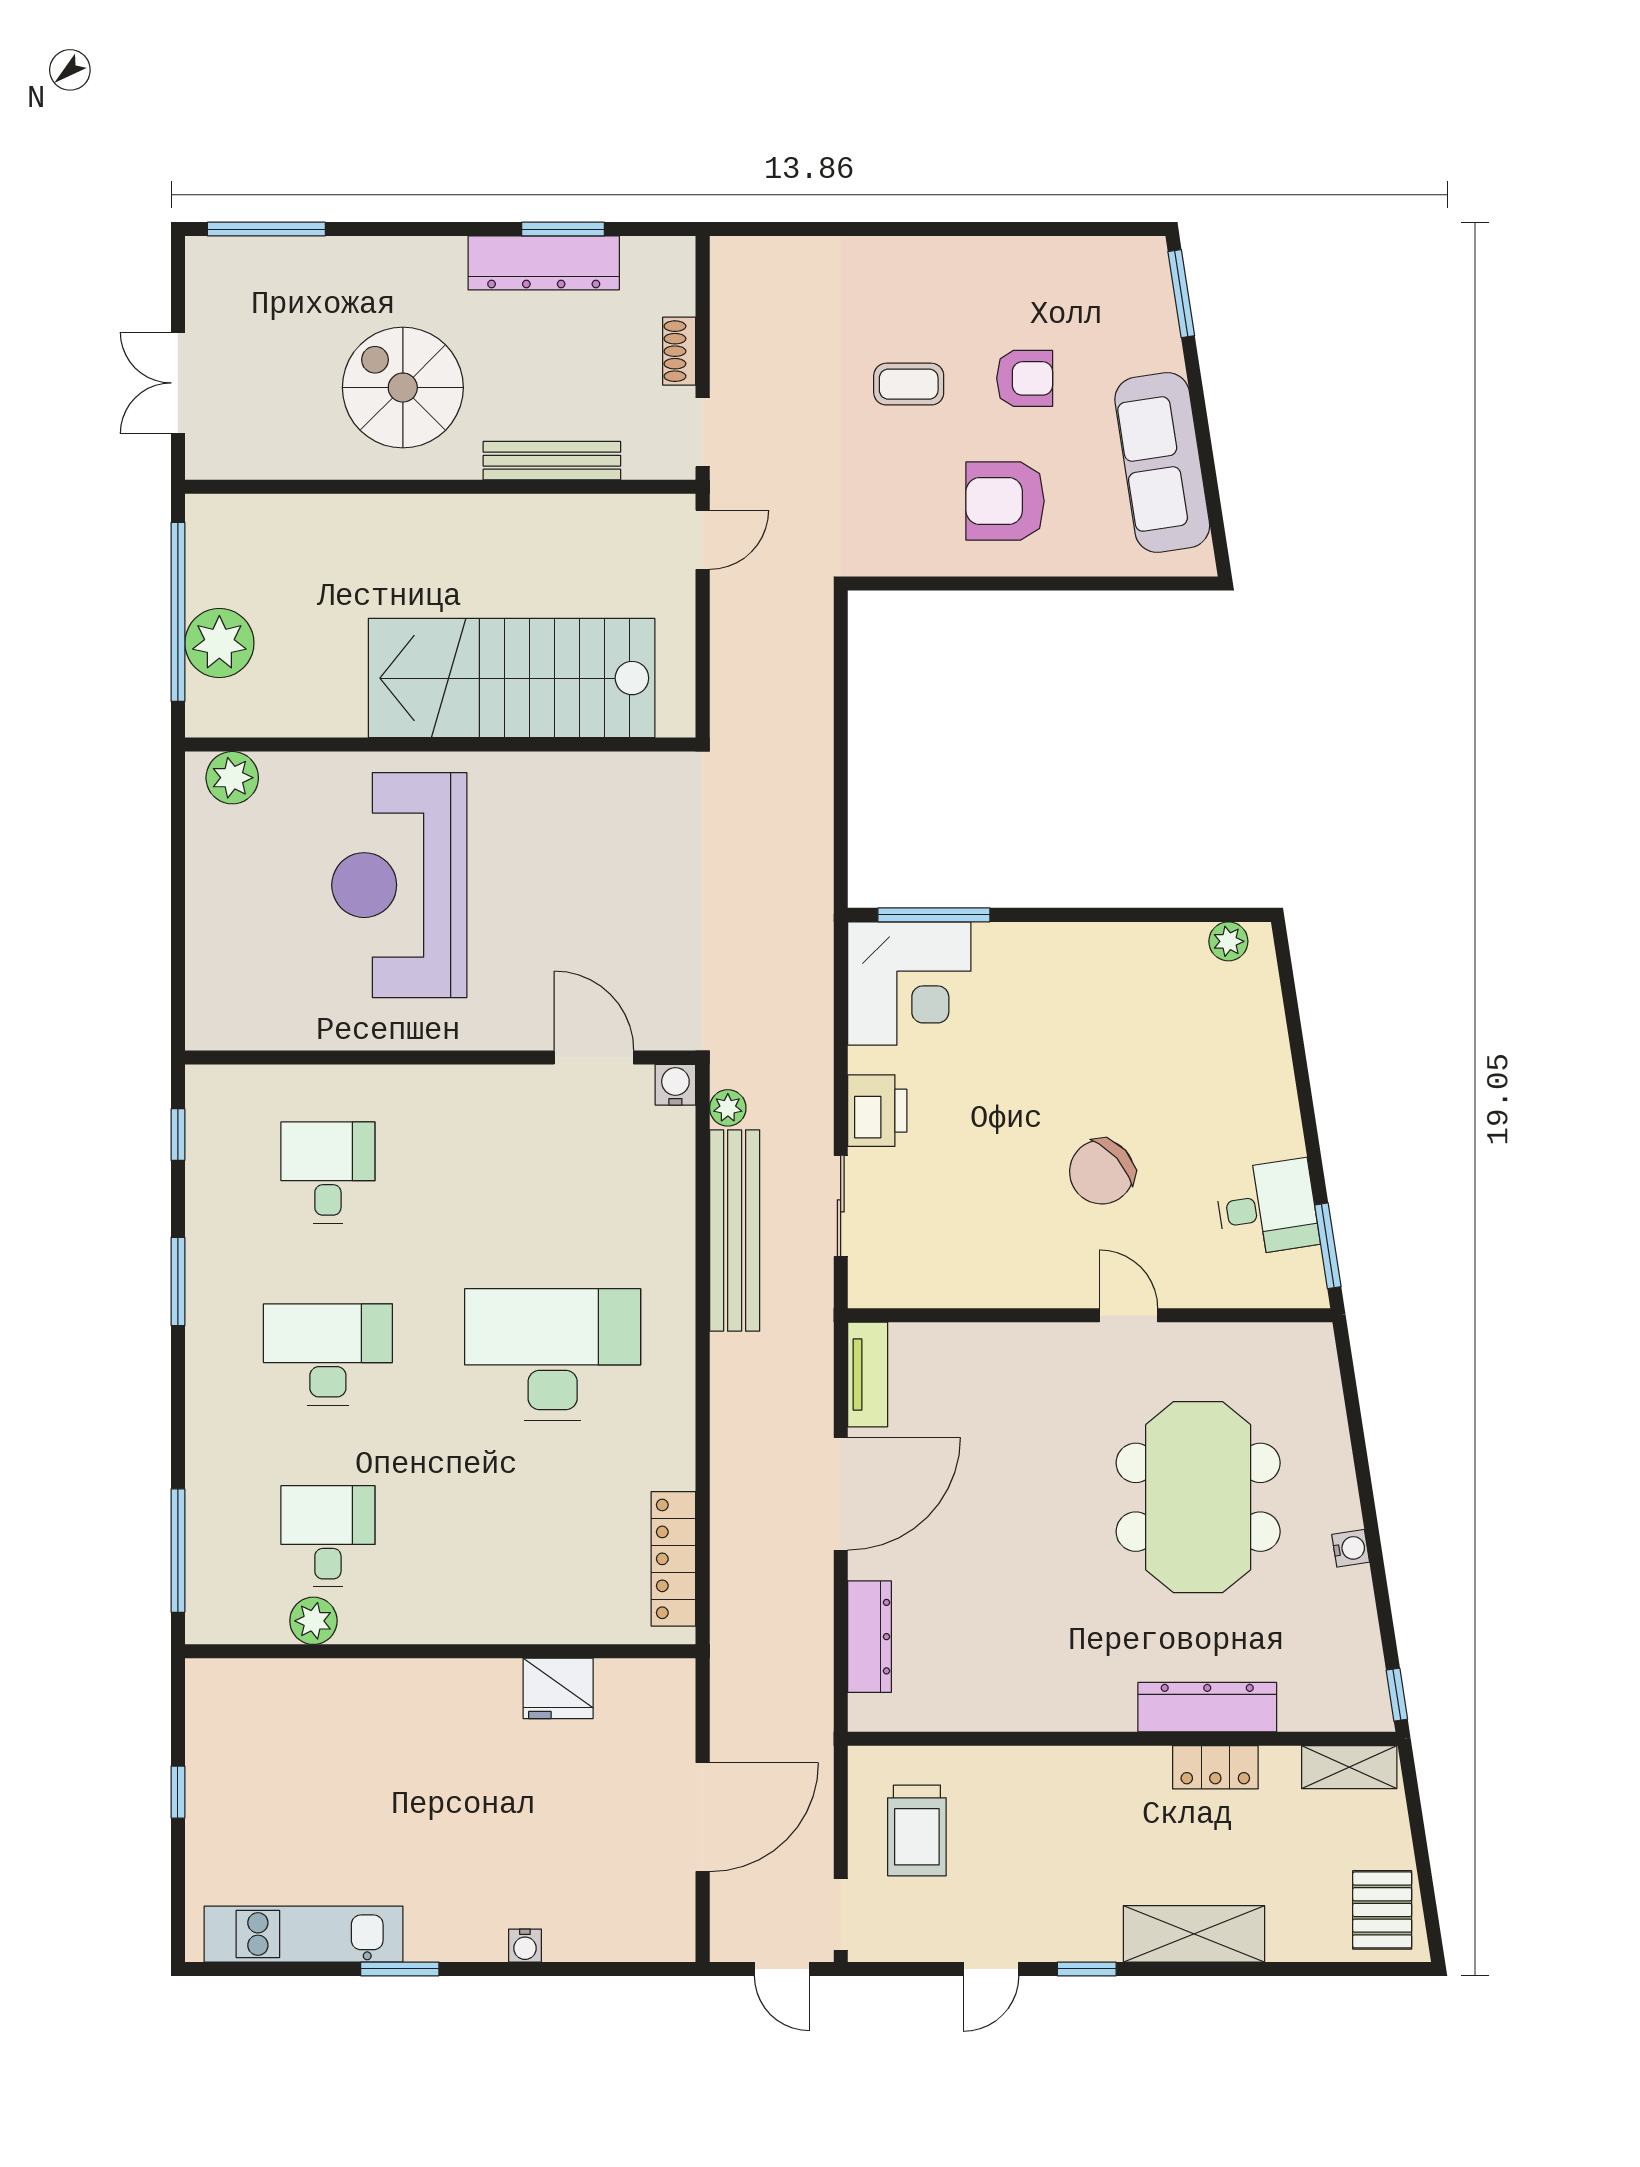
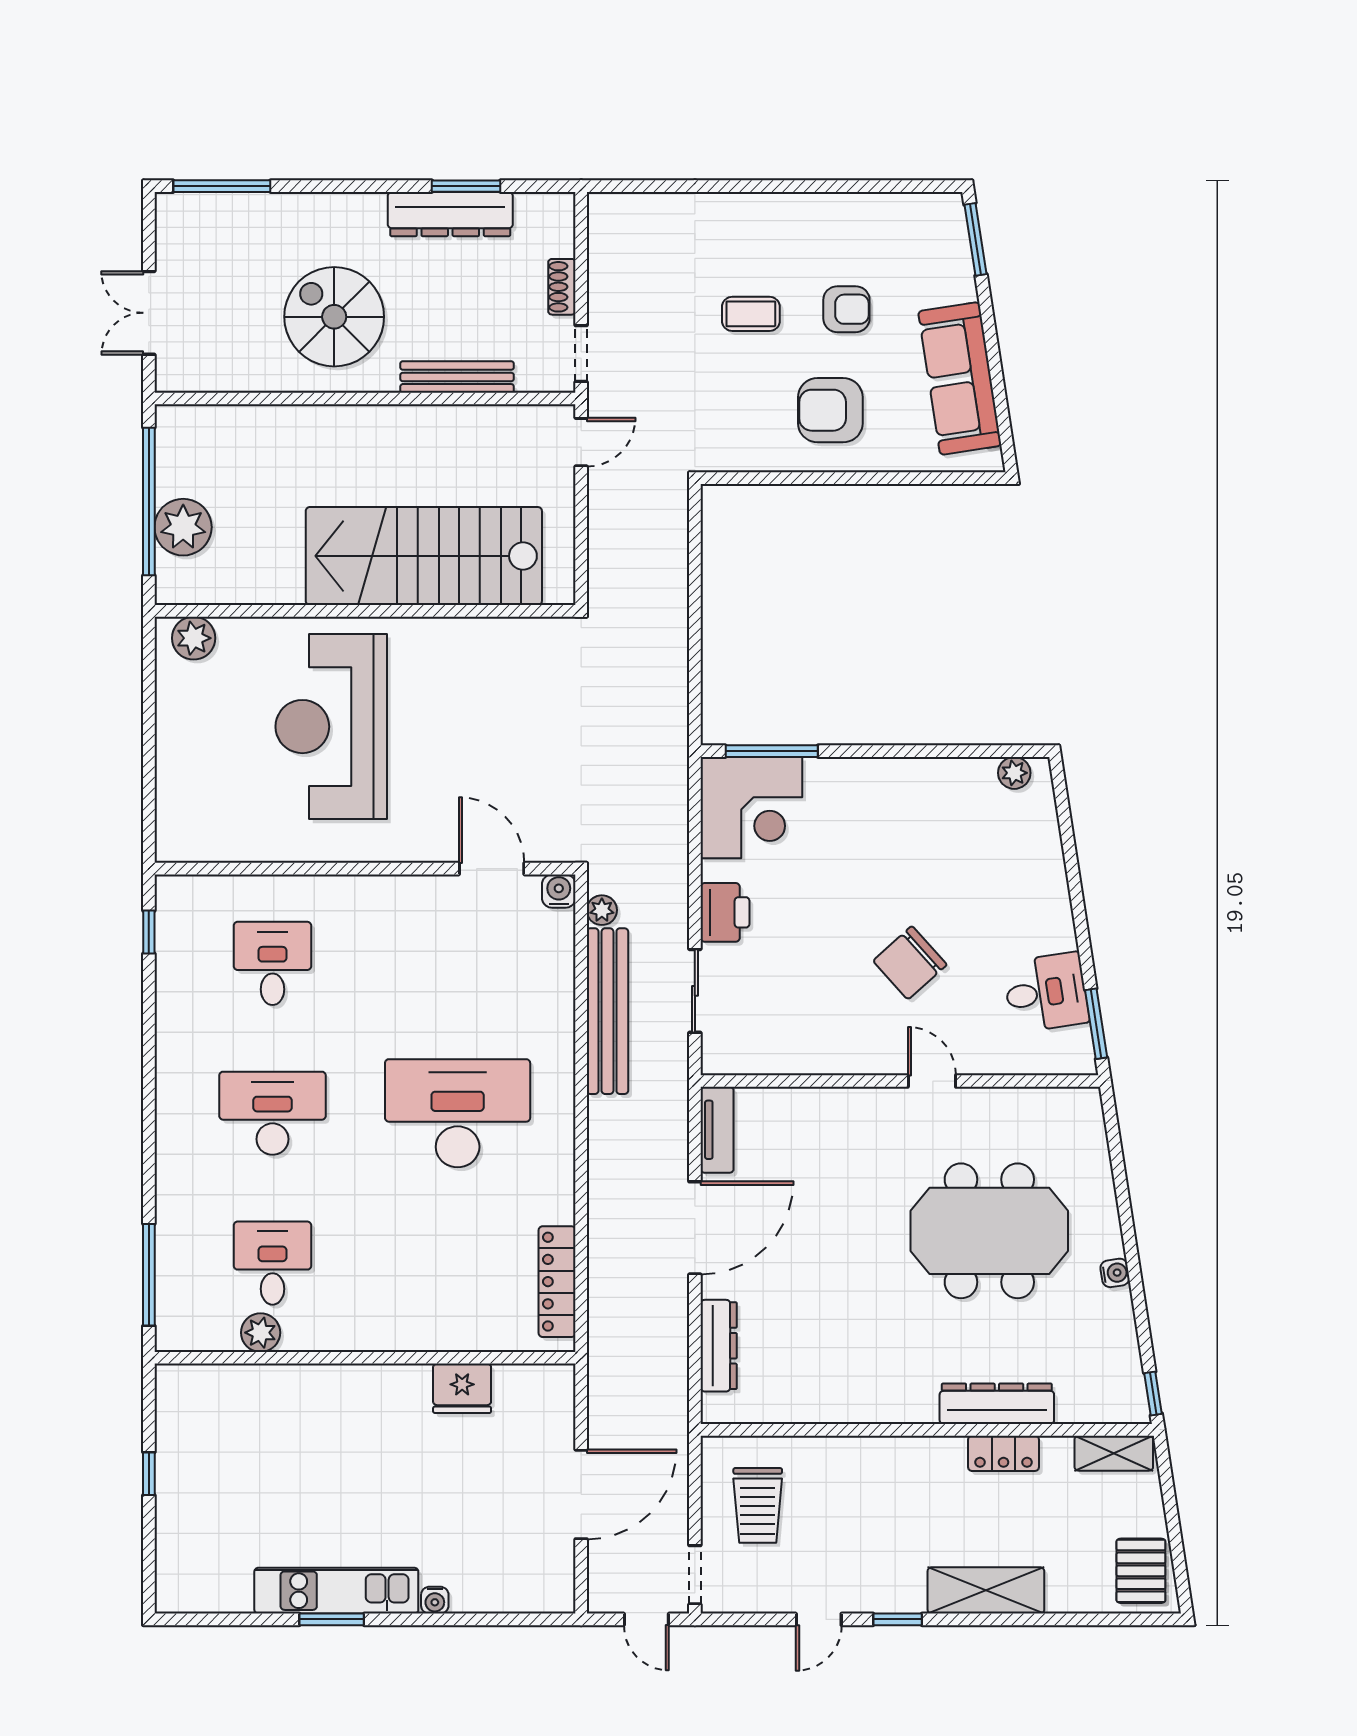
window: (178, 1281) -> (149, 1053), removed
meeting table: (1198, 1497) -> (989, 1231), turned 90
kitchen unit: (304, 1934) -> (336, 1591), moved

